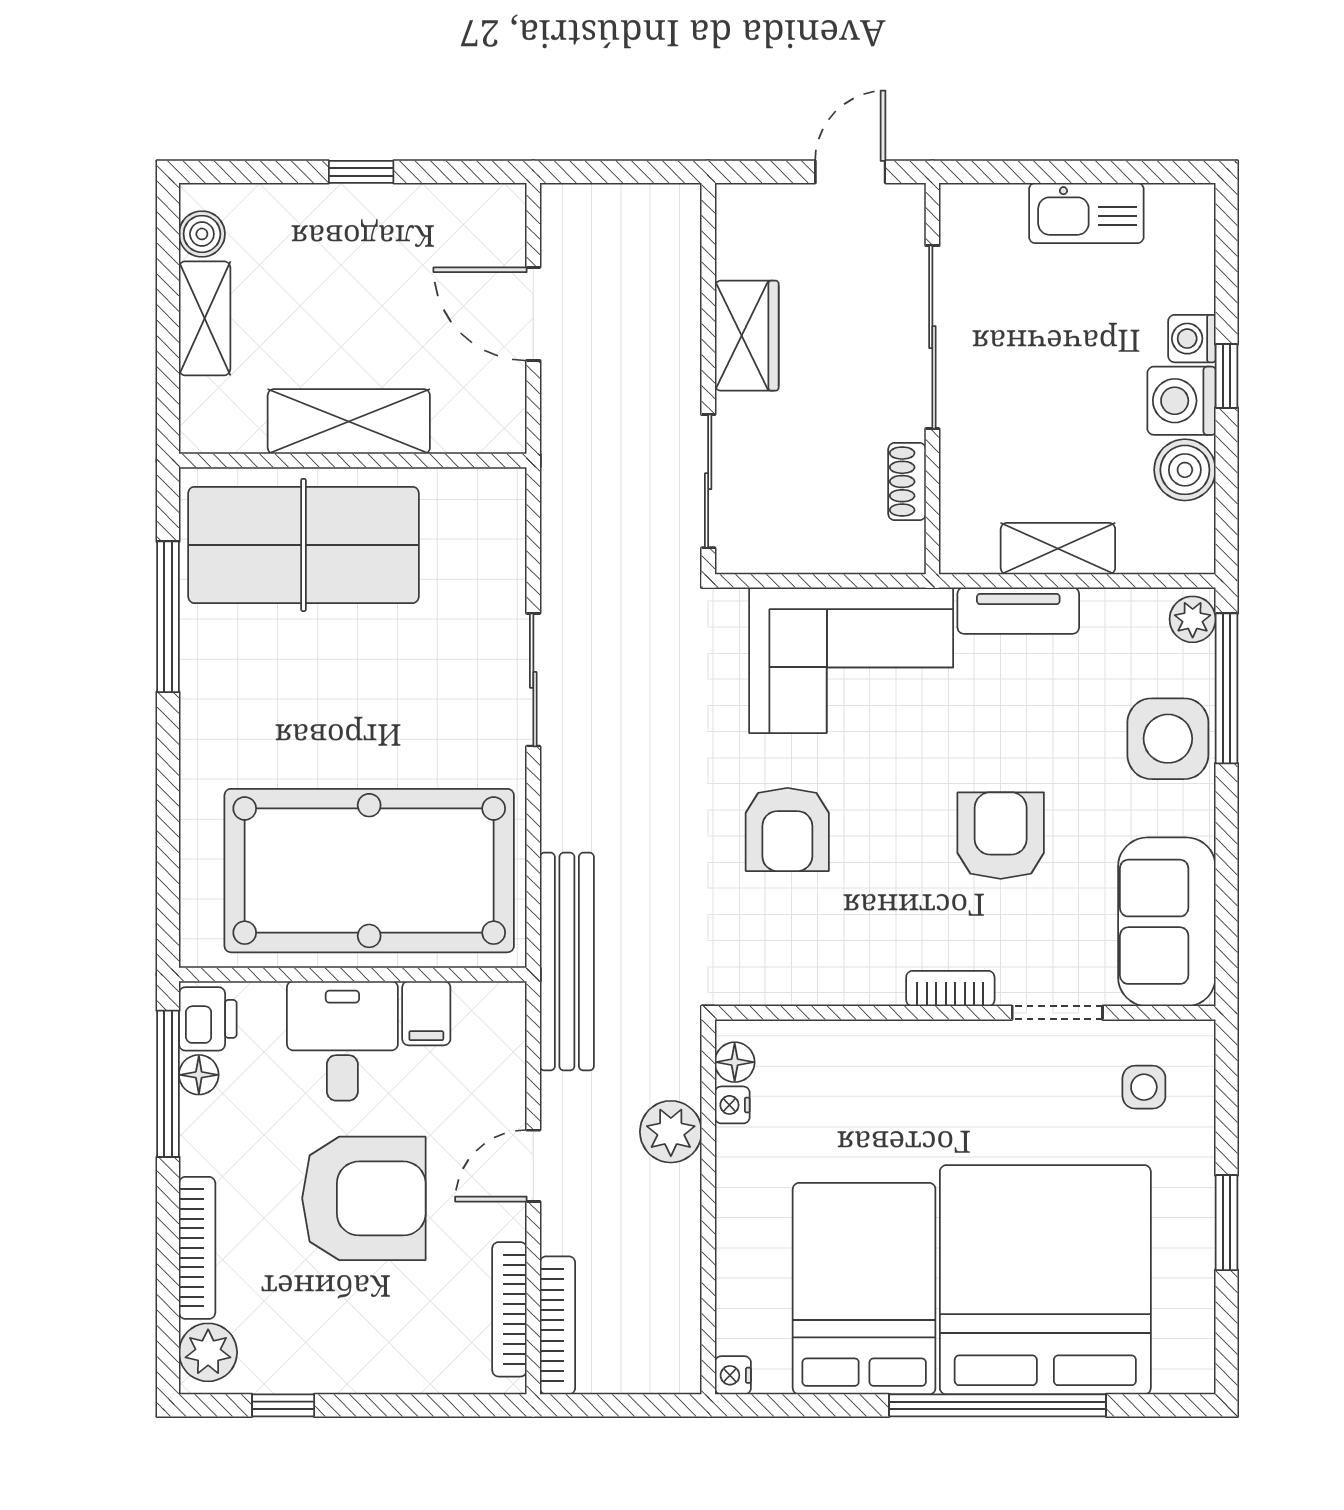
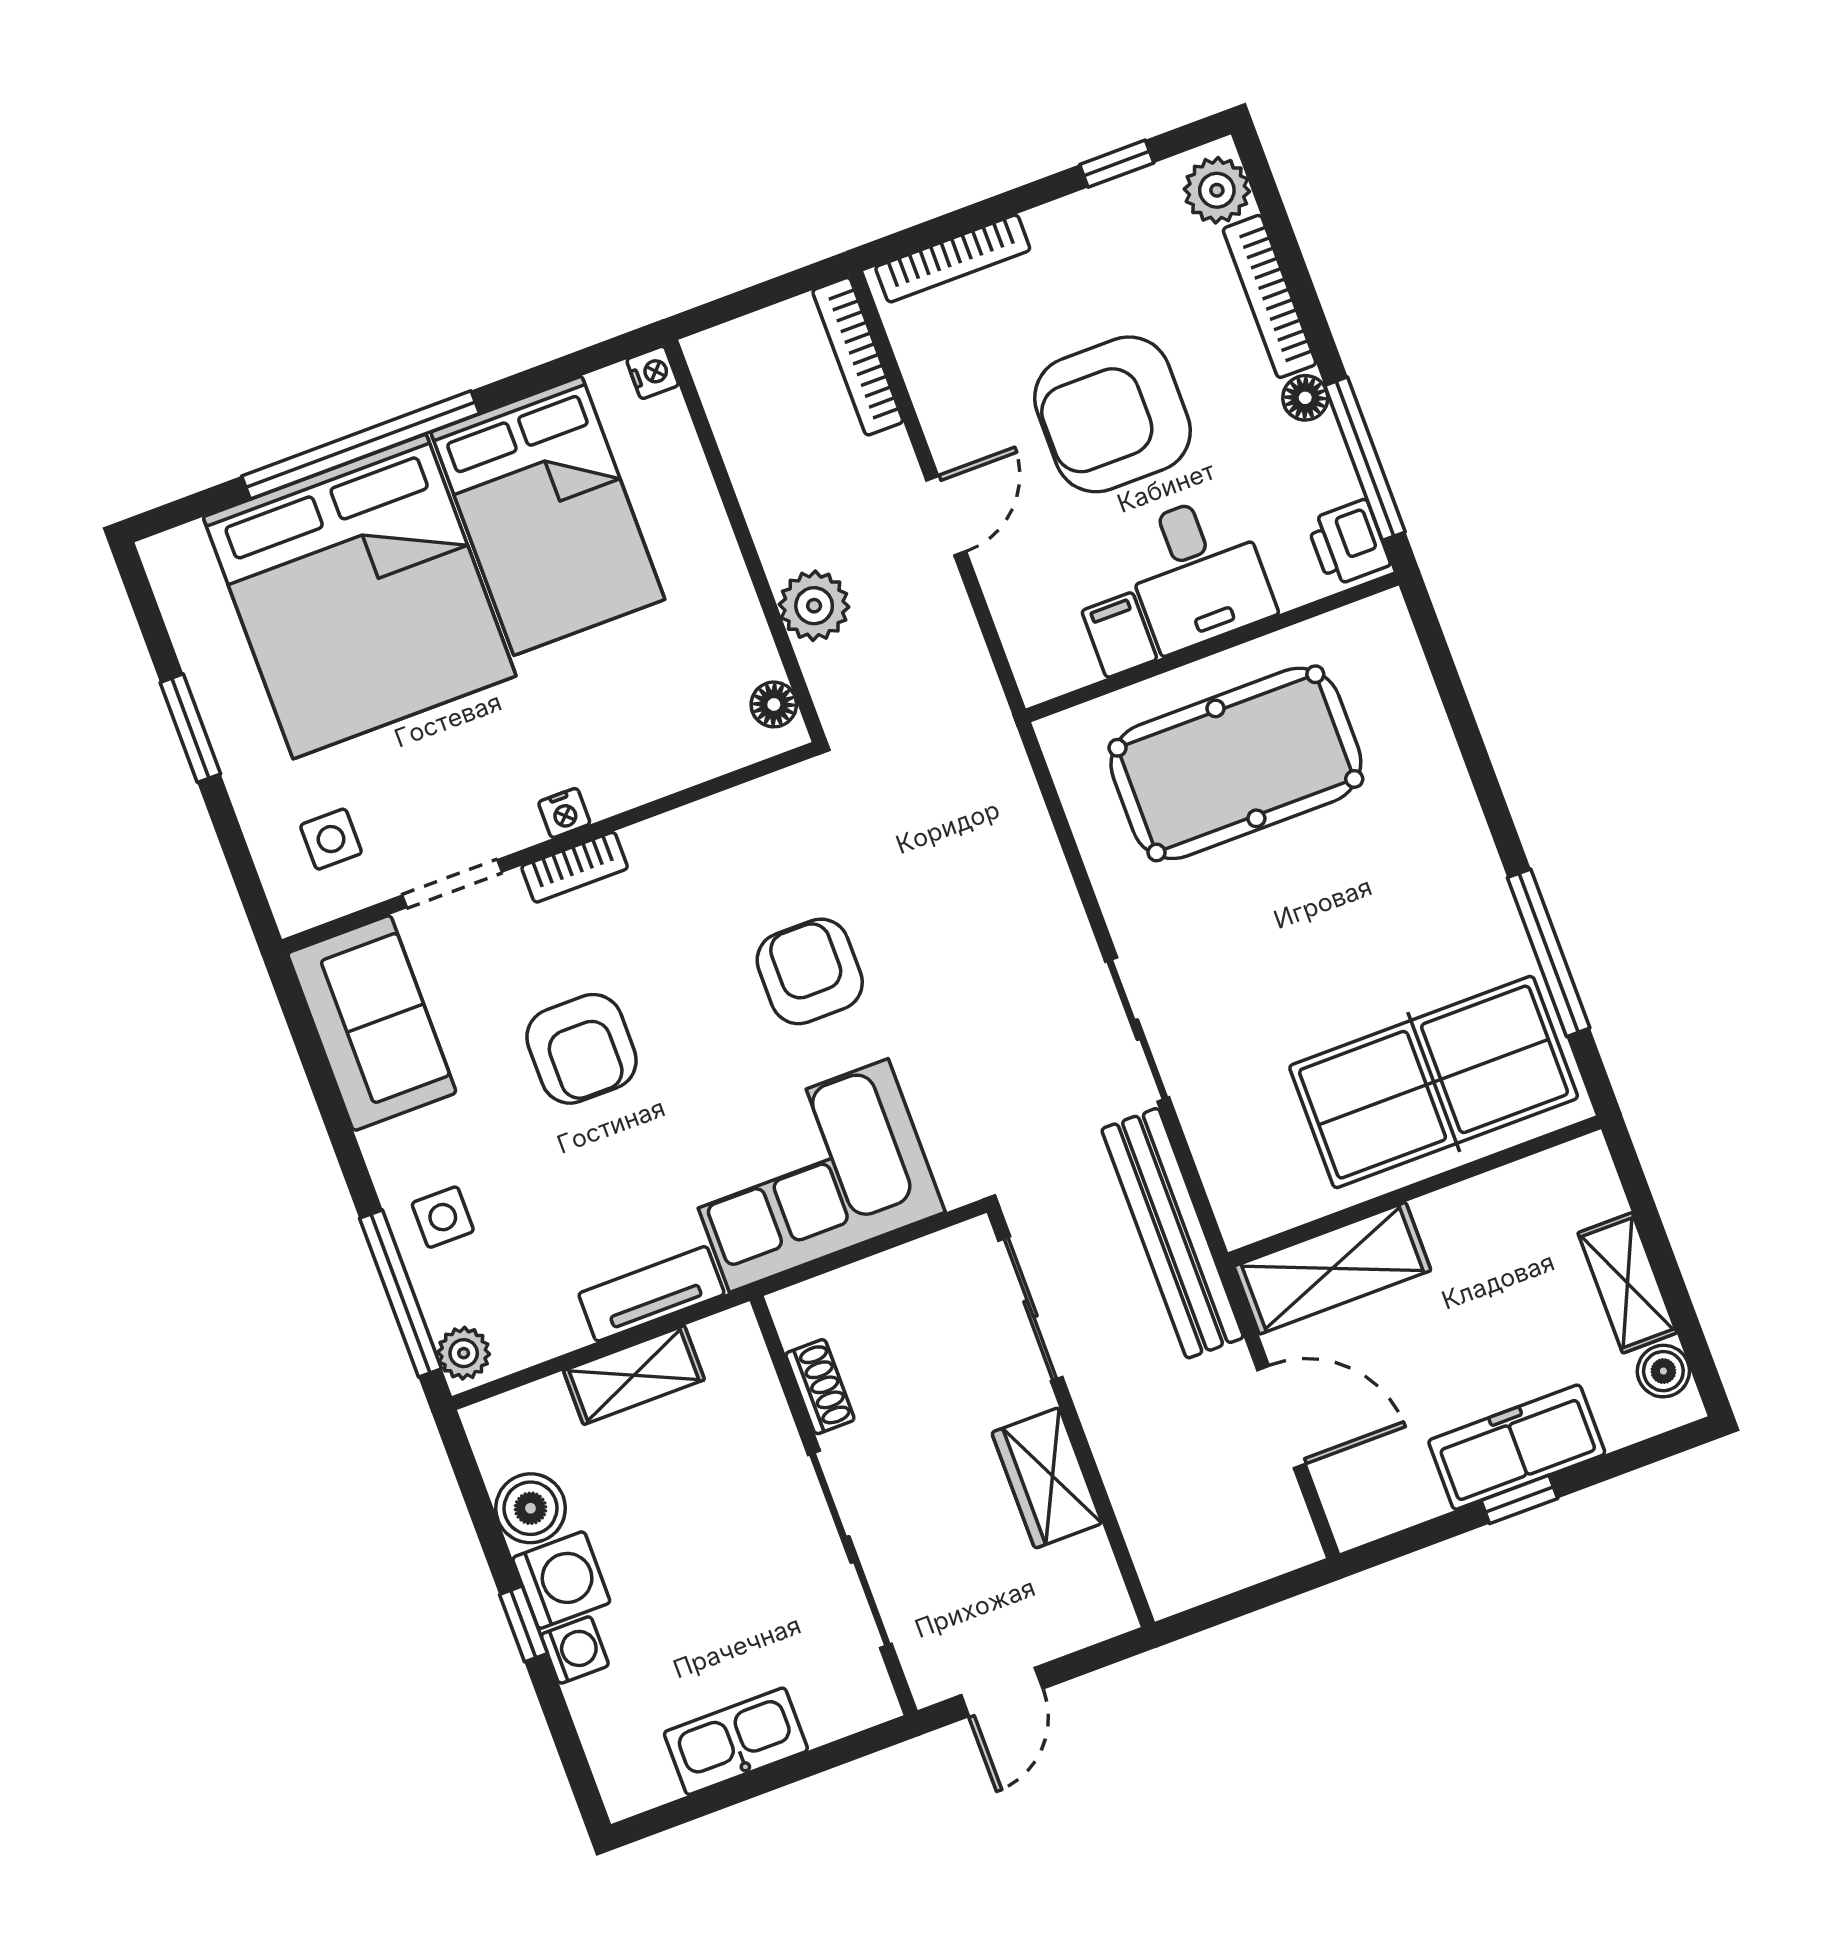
freezer: (347, 216) -> (1517, 1447), added
shelving: (349, 422) -> (1332, 1268), moved
side table: (1168, 739) -> (443, 1217), width x0.54, depth x0.54
pool table: (369, 871) -> (1236, 763), width x0.73, depth x0.76
bench: (567, 962) -> (1173, 1233), moved
floor lamp: (199, 1075) -> (1305, 398), moved
nightstand: (732, 1105) -> (564, 813), moved, turned 90
bookcase: (509, 1309) -> (953, 259), moved, turned 90

